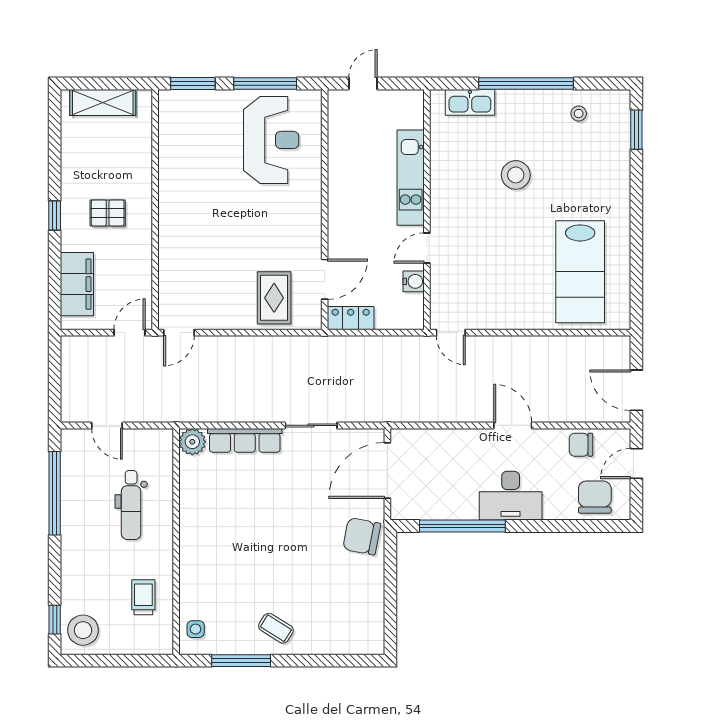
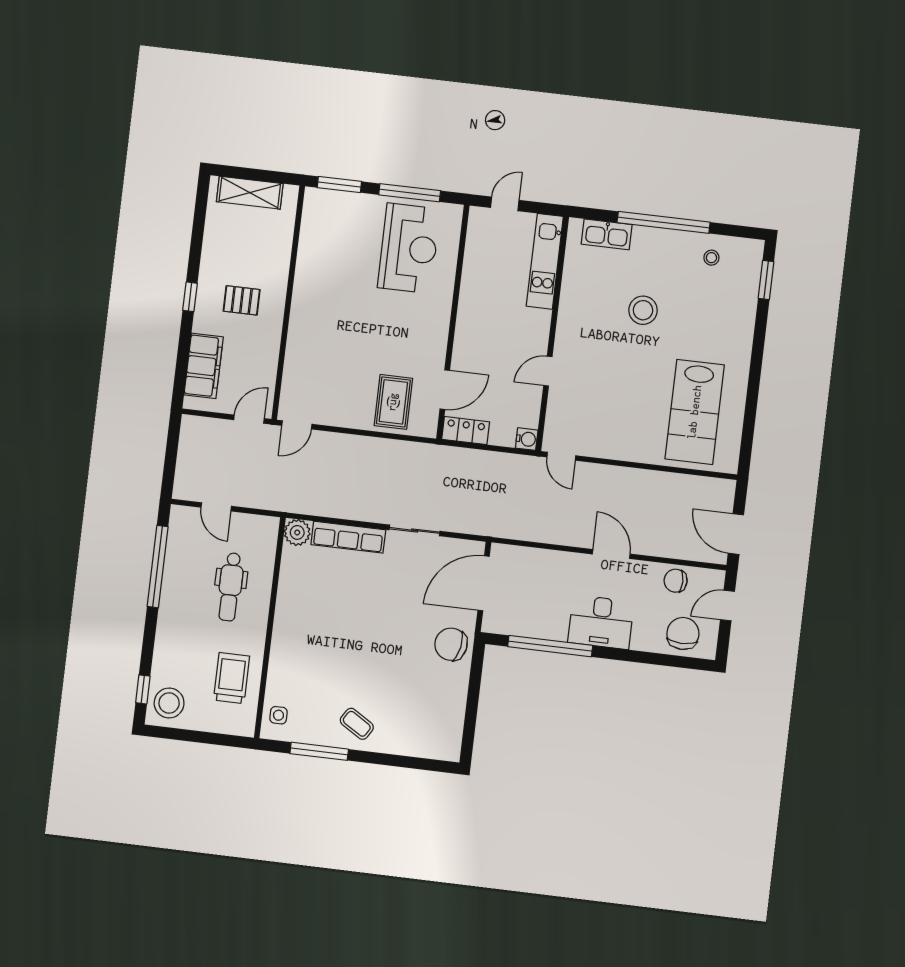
kitchen unit: (411, 178) -> (545, 261), moved
water cooler: (414, 281) -> (527, 439), moved
trolley: (143, 597) -> (232, 678), width x1.36, depth x1.39

